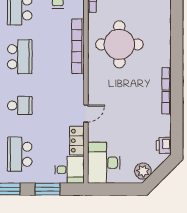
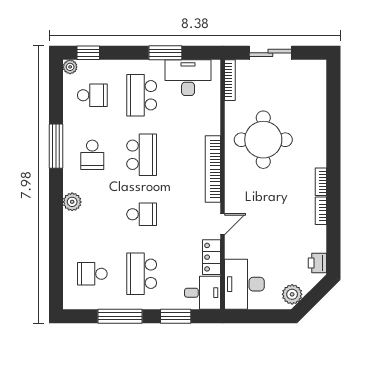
bookcase: (78, 46) -> (213, 169), moved

